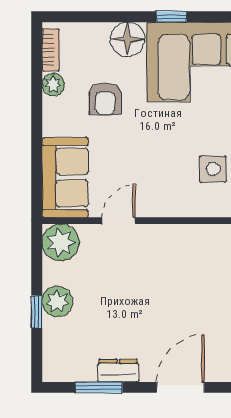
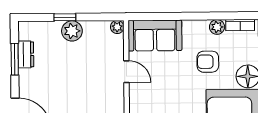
plant: (61, 242) -> (117, 27), width x0.53, depth x0.53
dresser: (118, 371) -> (26, 54), moved

